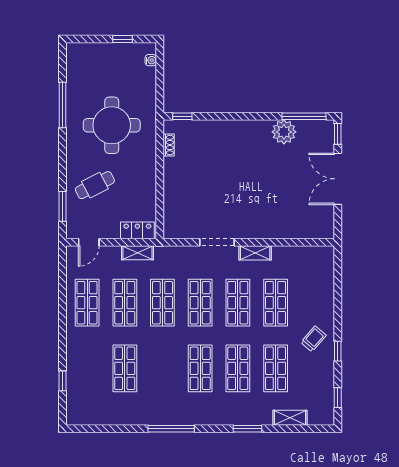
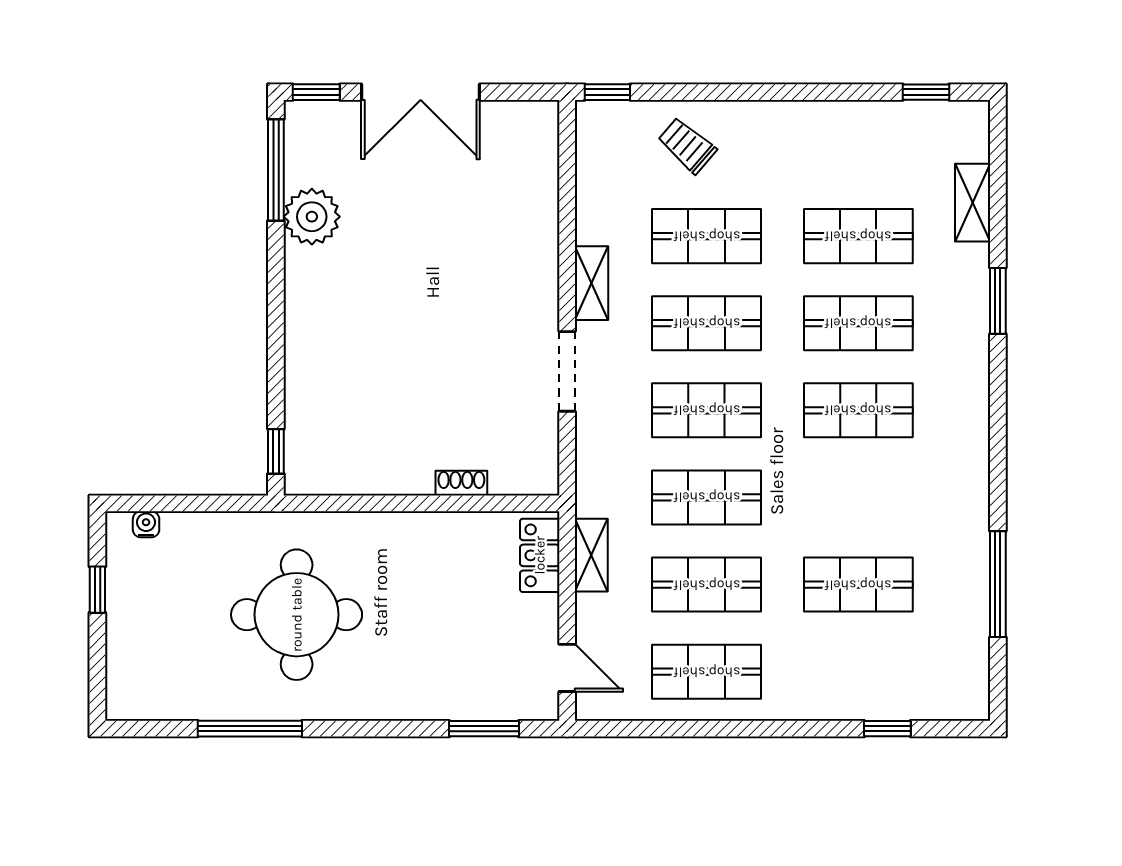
shoe rack: (169, 145) -> (461, 483), moved
cafe table: (95, 185) -> (435, 654), removed
trolley: (313, 339) -> (687, 145), moved
window: (338, 351) -> (607, 92), moved
window: (171, 429) -> (998, 584), moved

